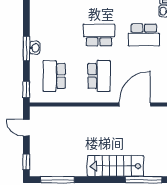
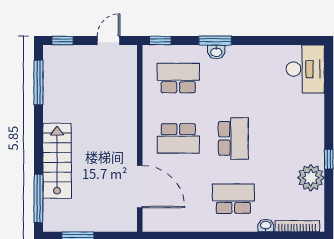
school desk: (144, 35) -> (233, 199), turned 90

